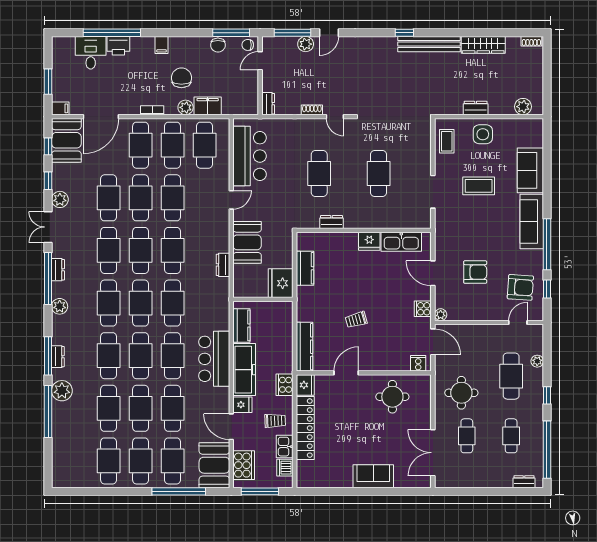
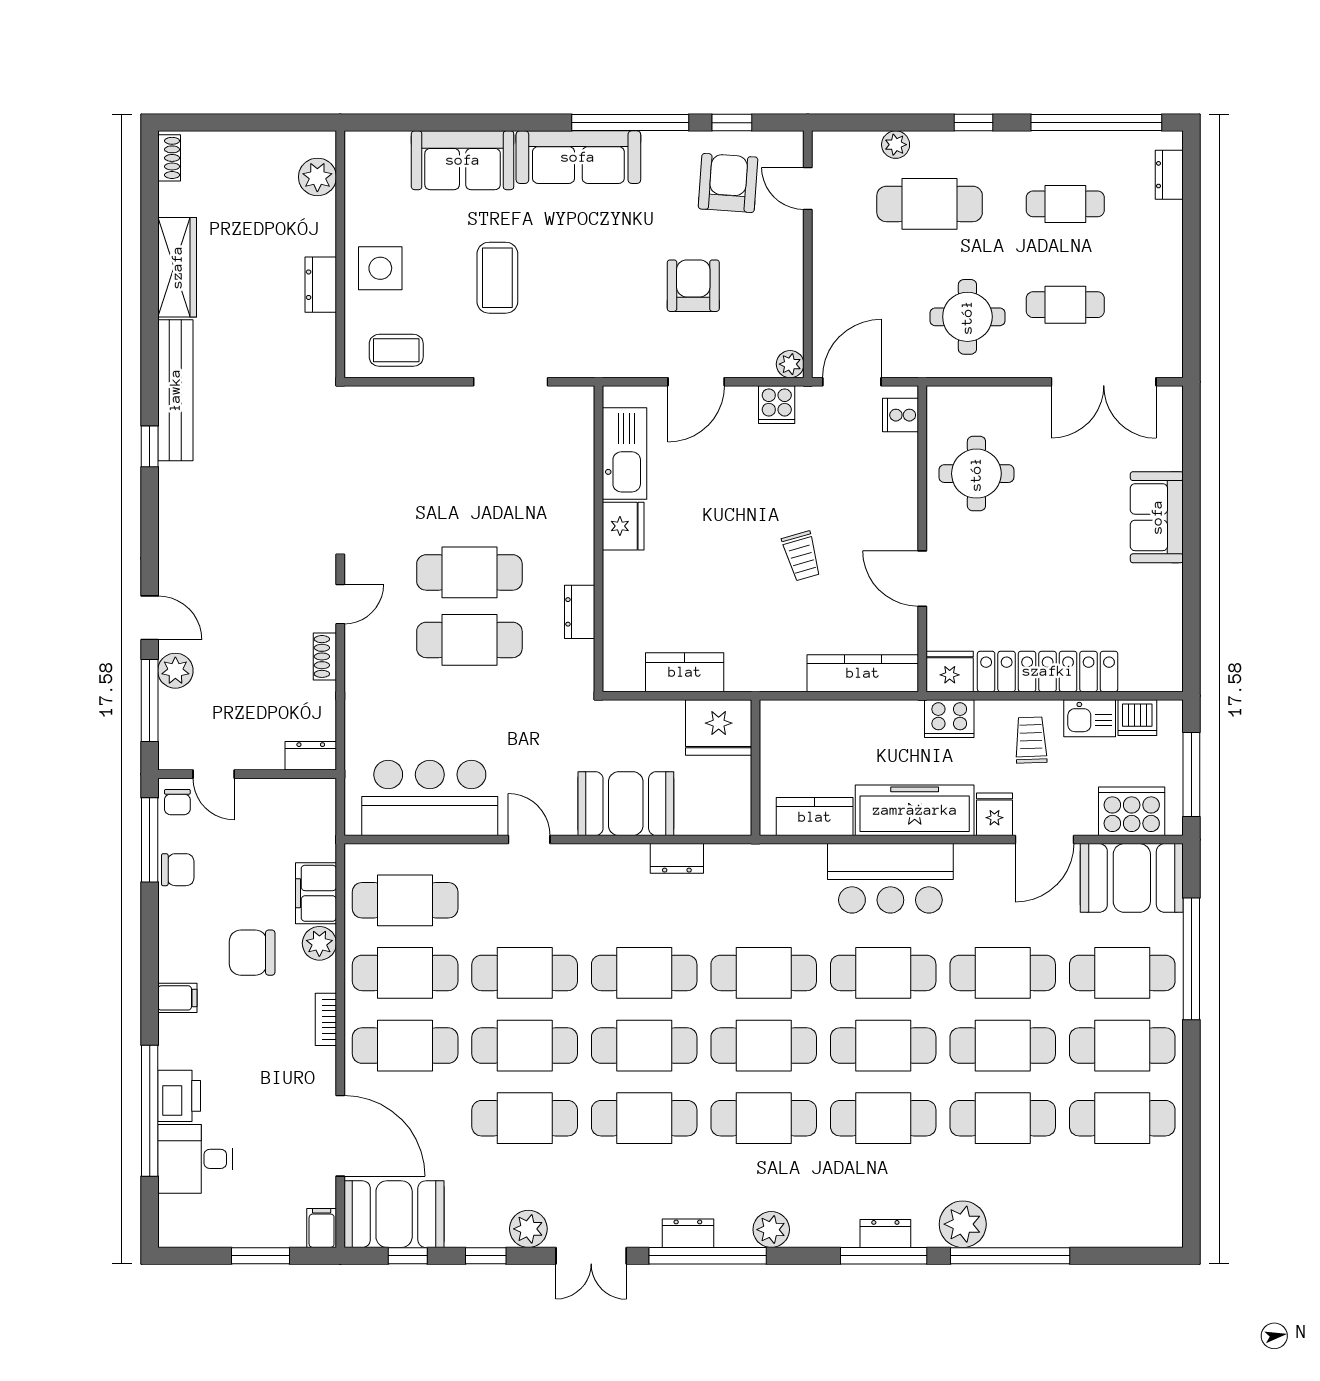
cafe table: (379, 173) -> (469, 572), moved

